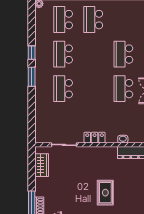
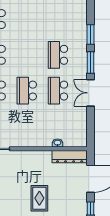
school desk: (93, 20) -> (27, 91), moved
locker: (95, 138) -> (28, 141), removed

